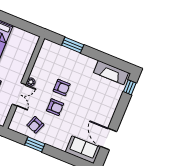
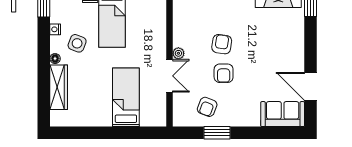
armchair: (62, 88) -> (222, 44), turned -82
armchair: (55, 107) -> (224, 73), turned 90

